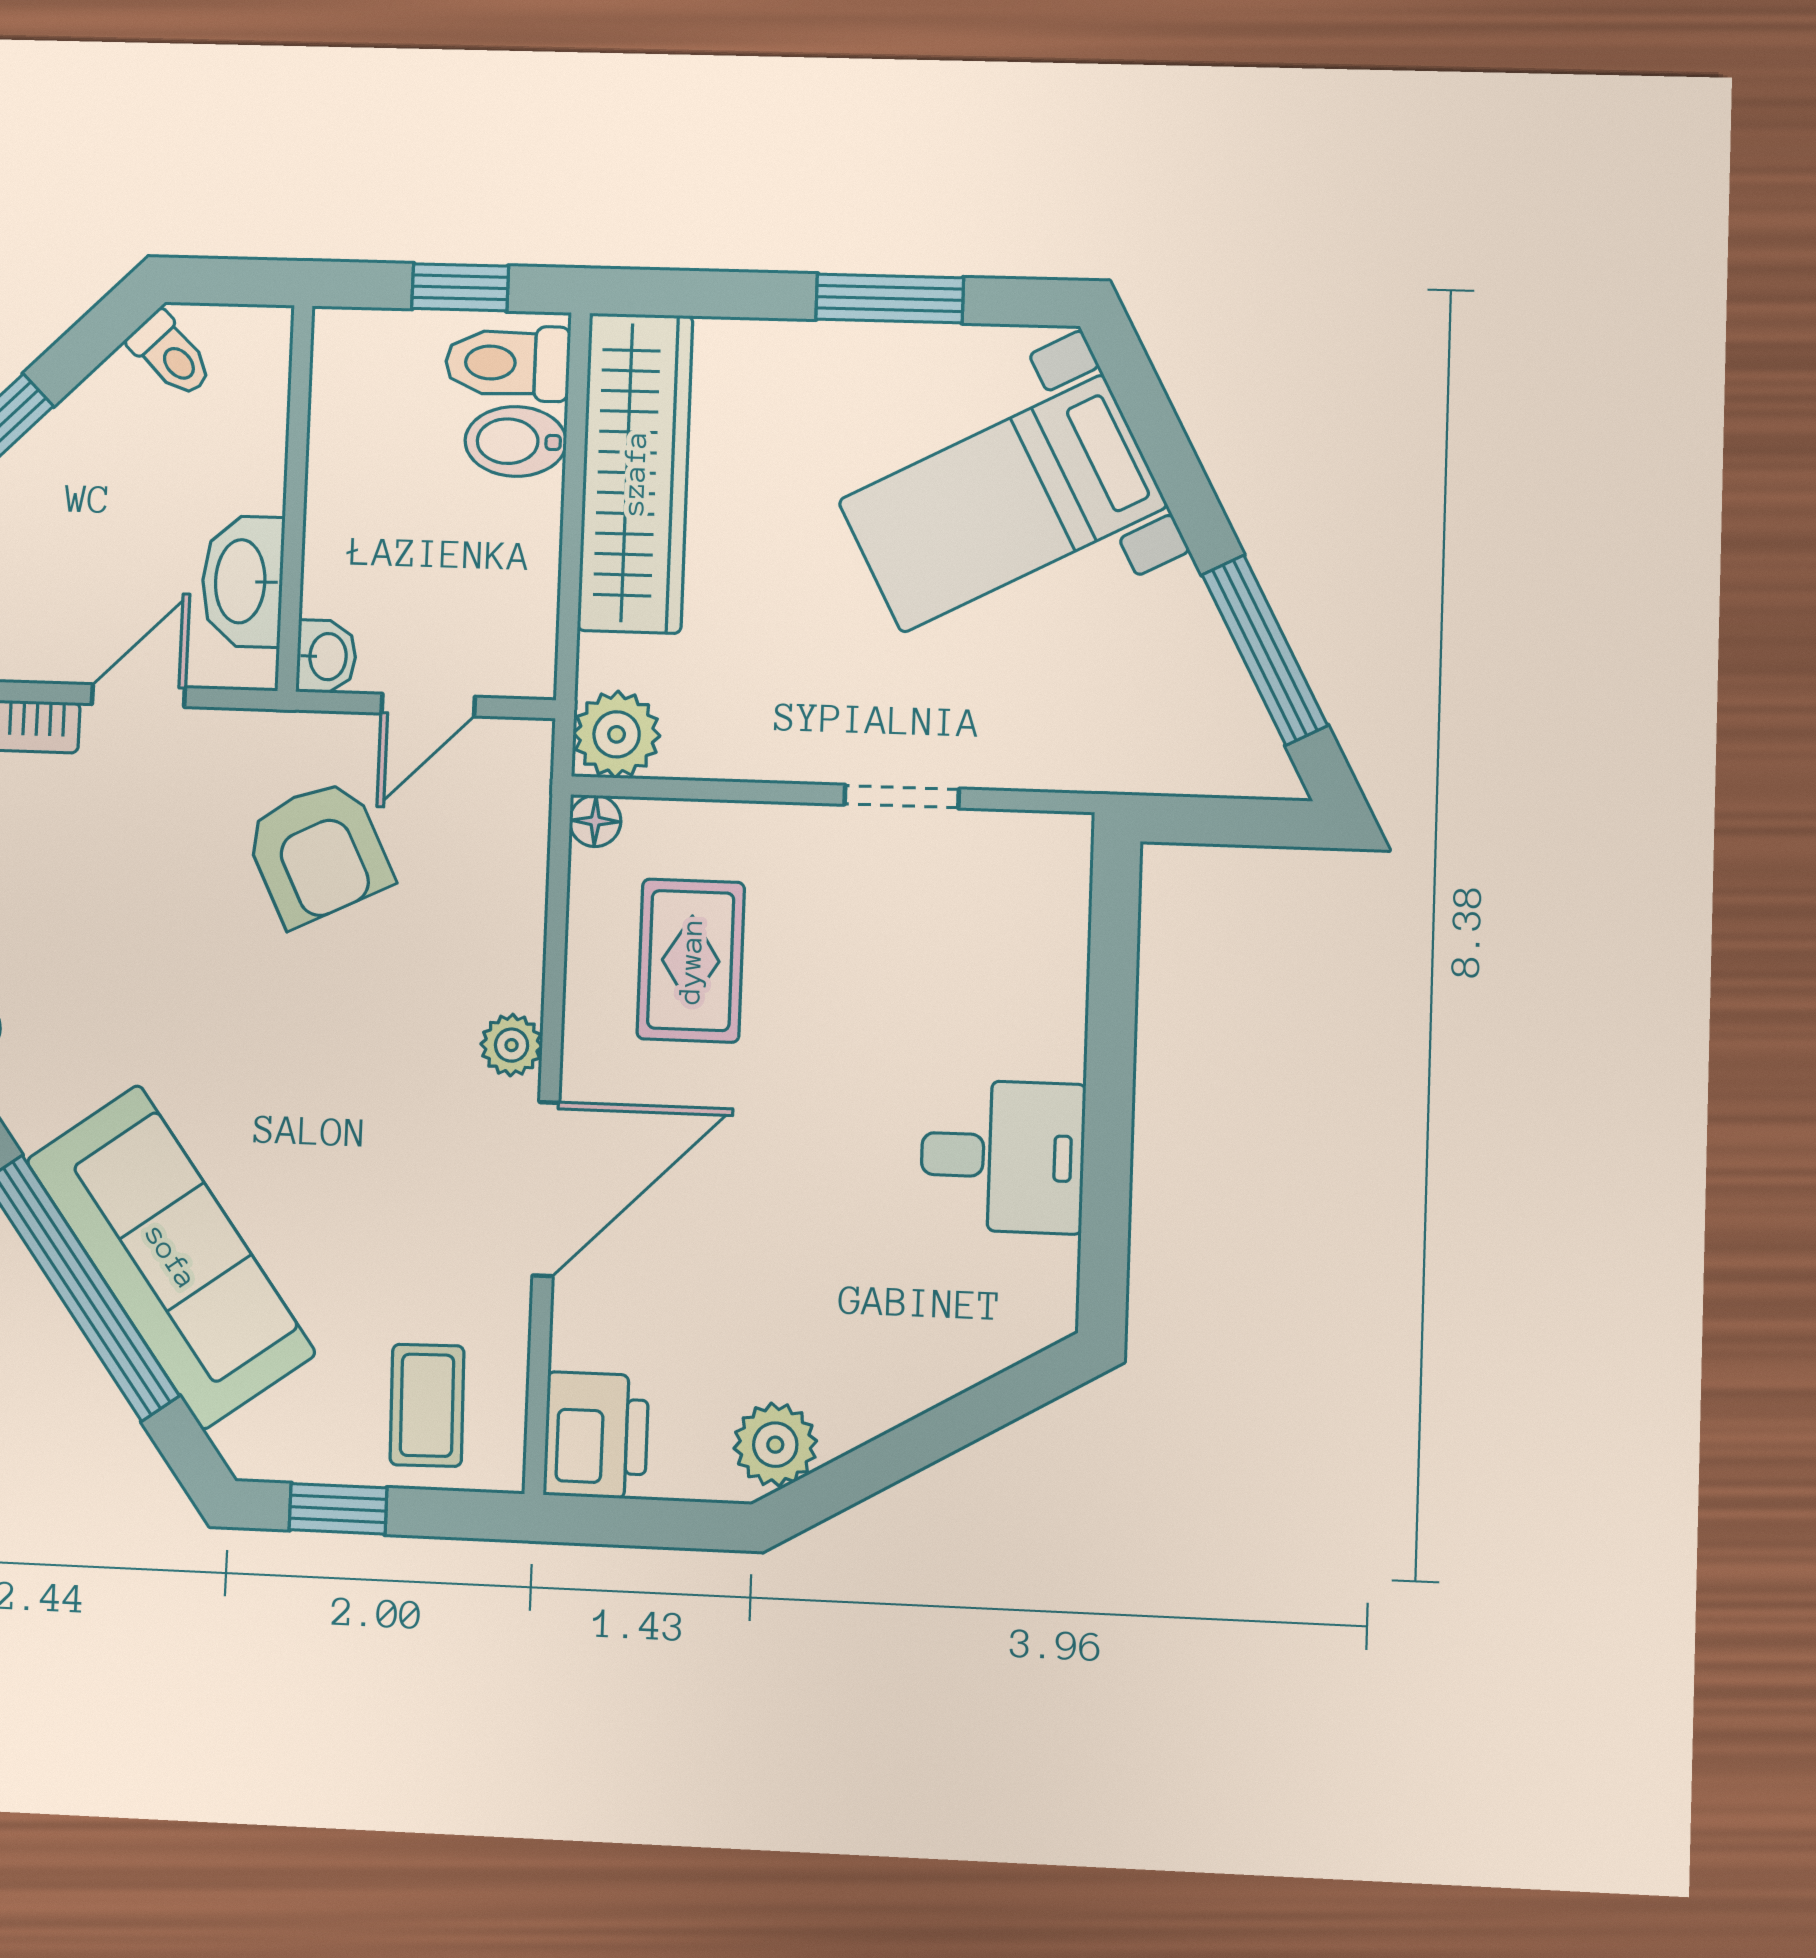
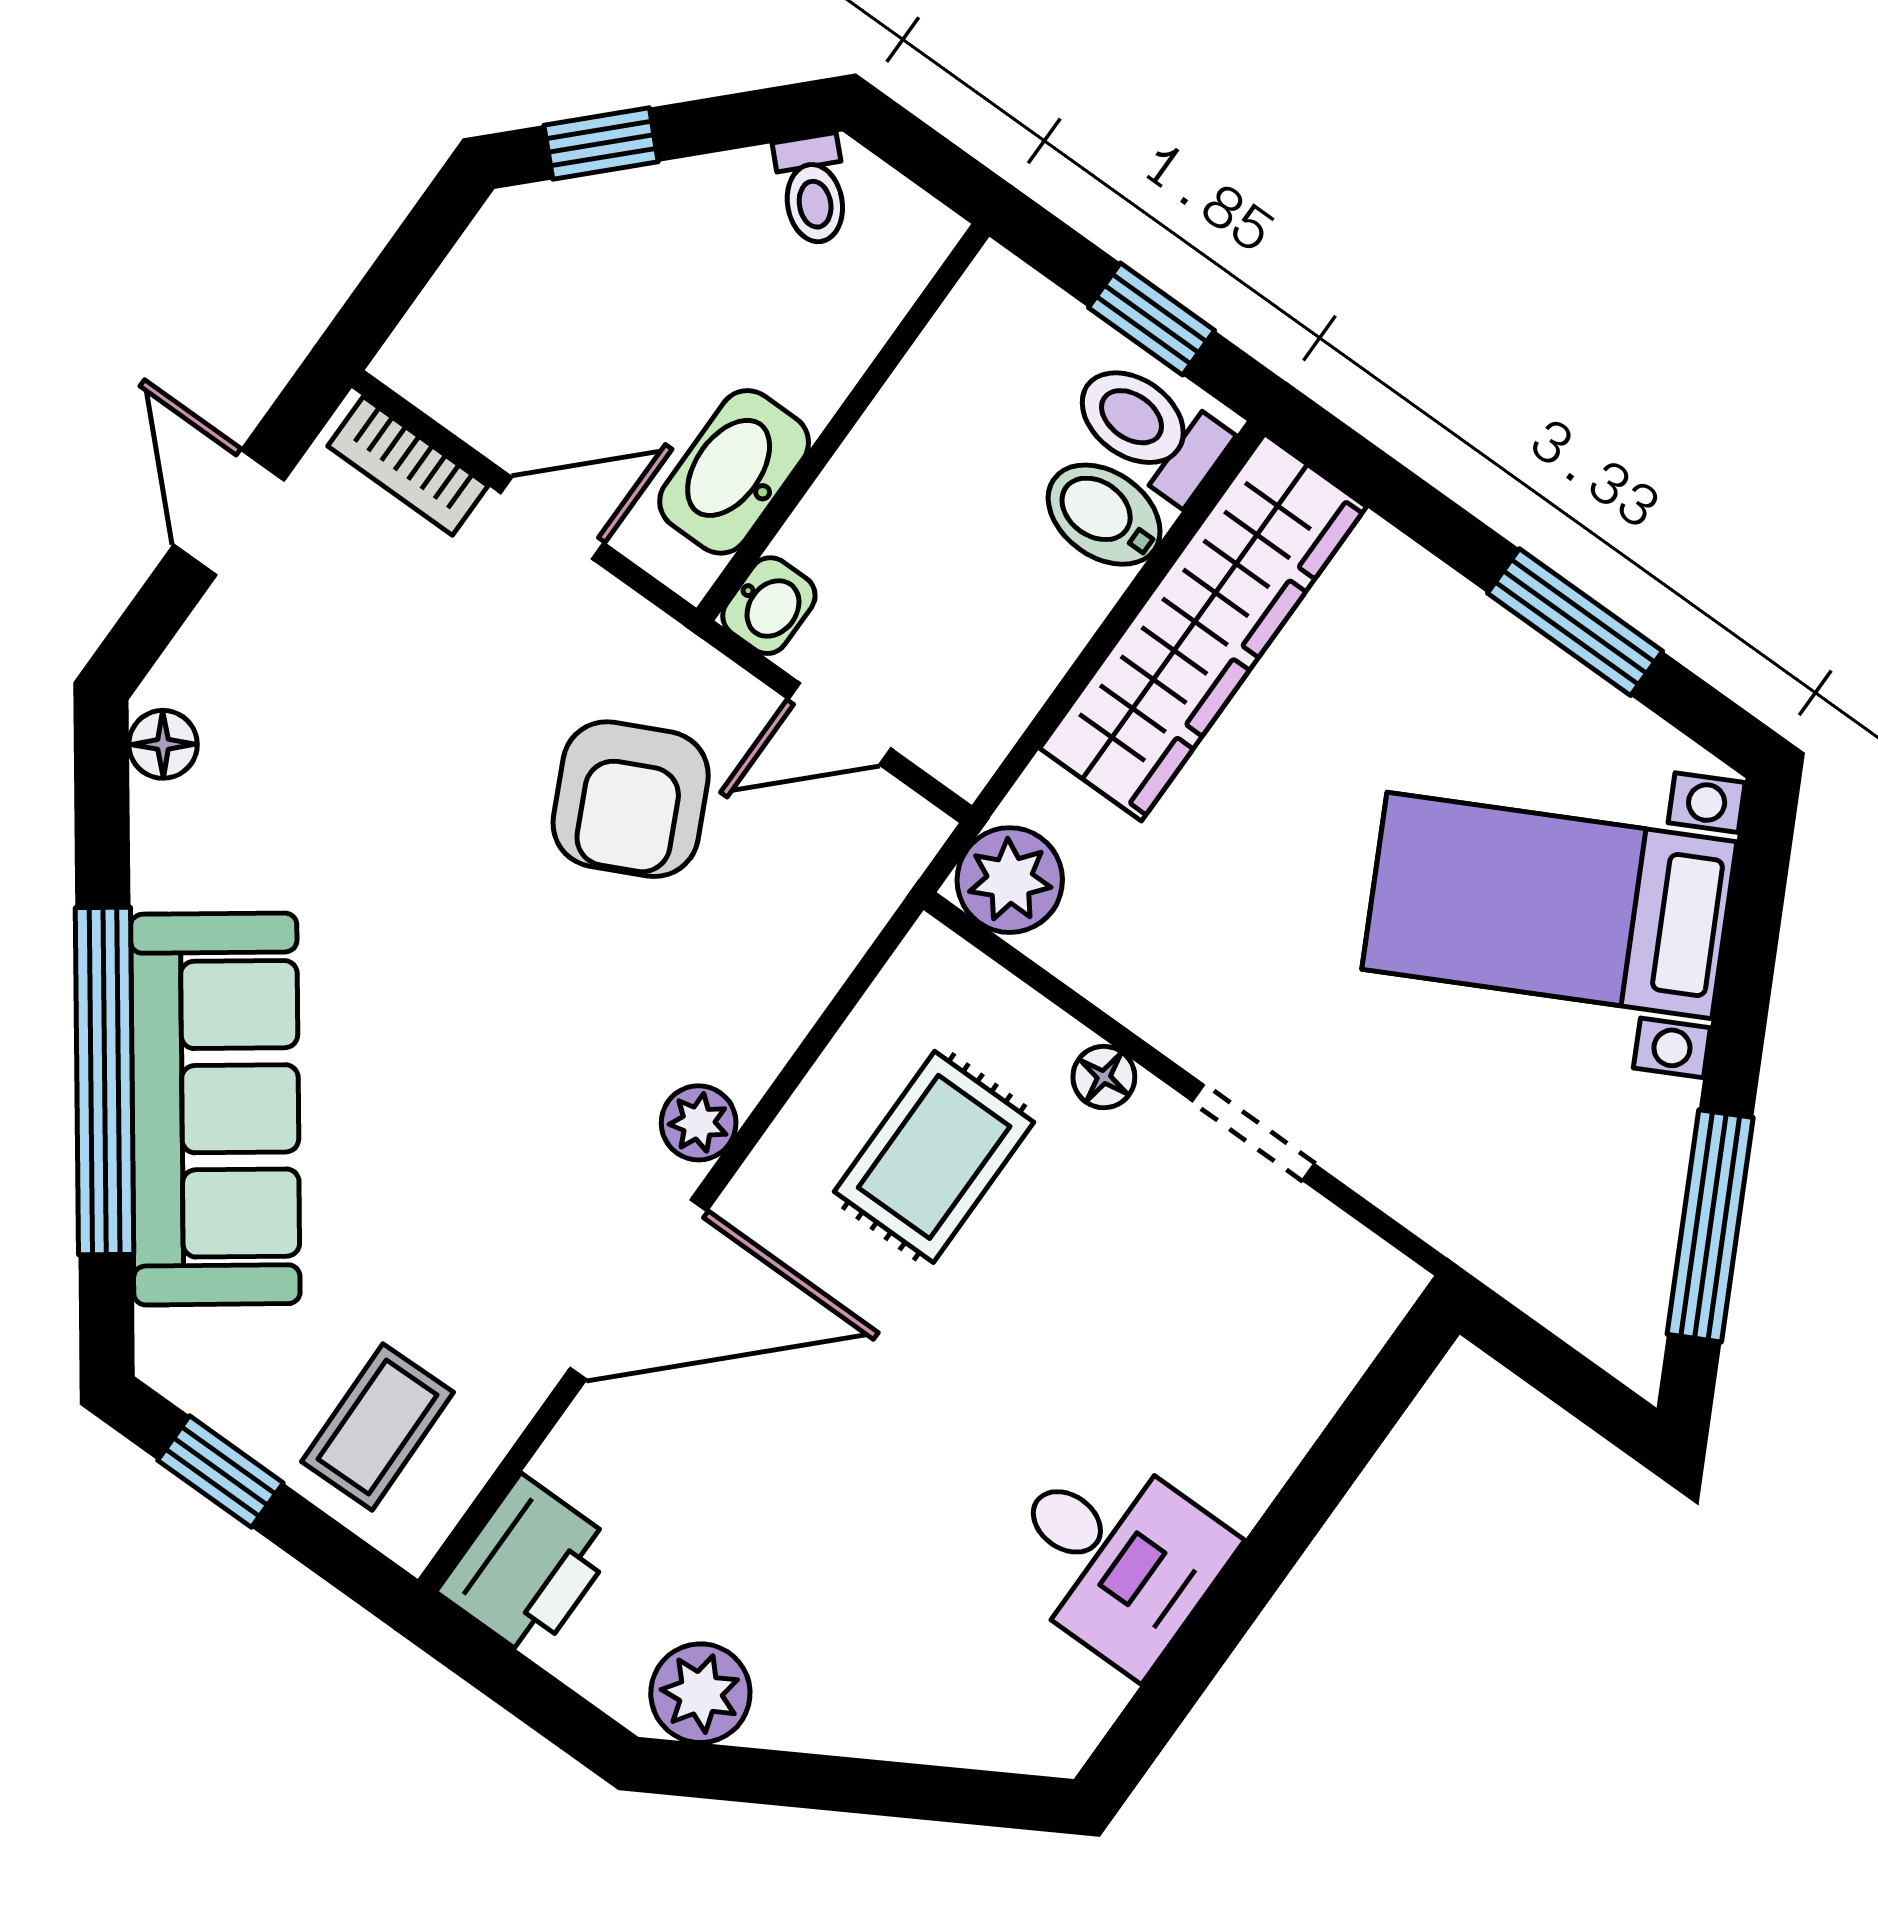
floor lamp: (595, 821) -> (1104, 1077), moved

